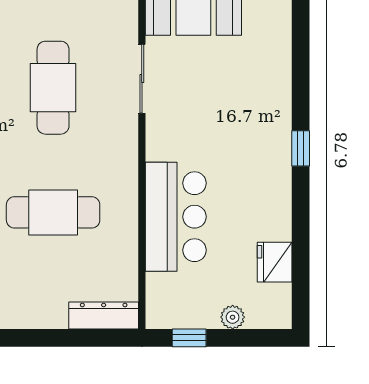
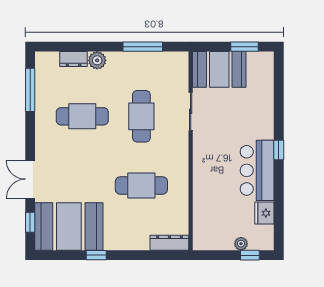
bar counter: (176, 217) -> (257, 170), moved, turned 180
window: (189, 338) -> (250, 255), moved

